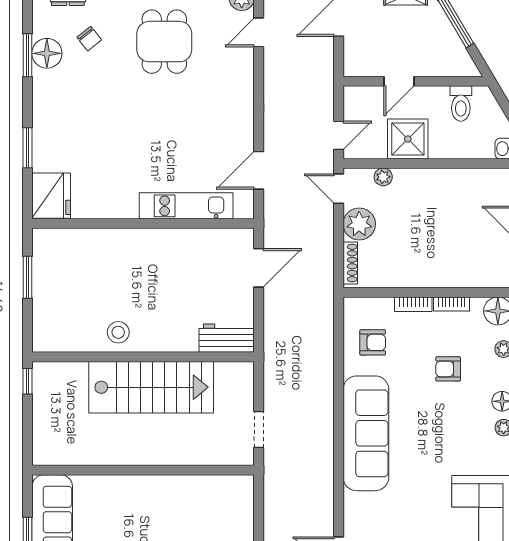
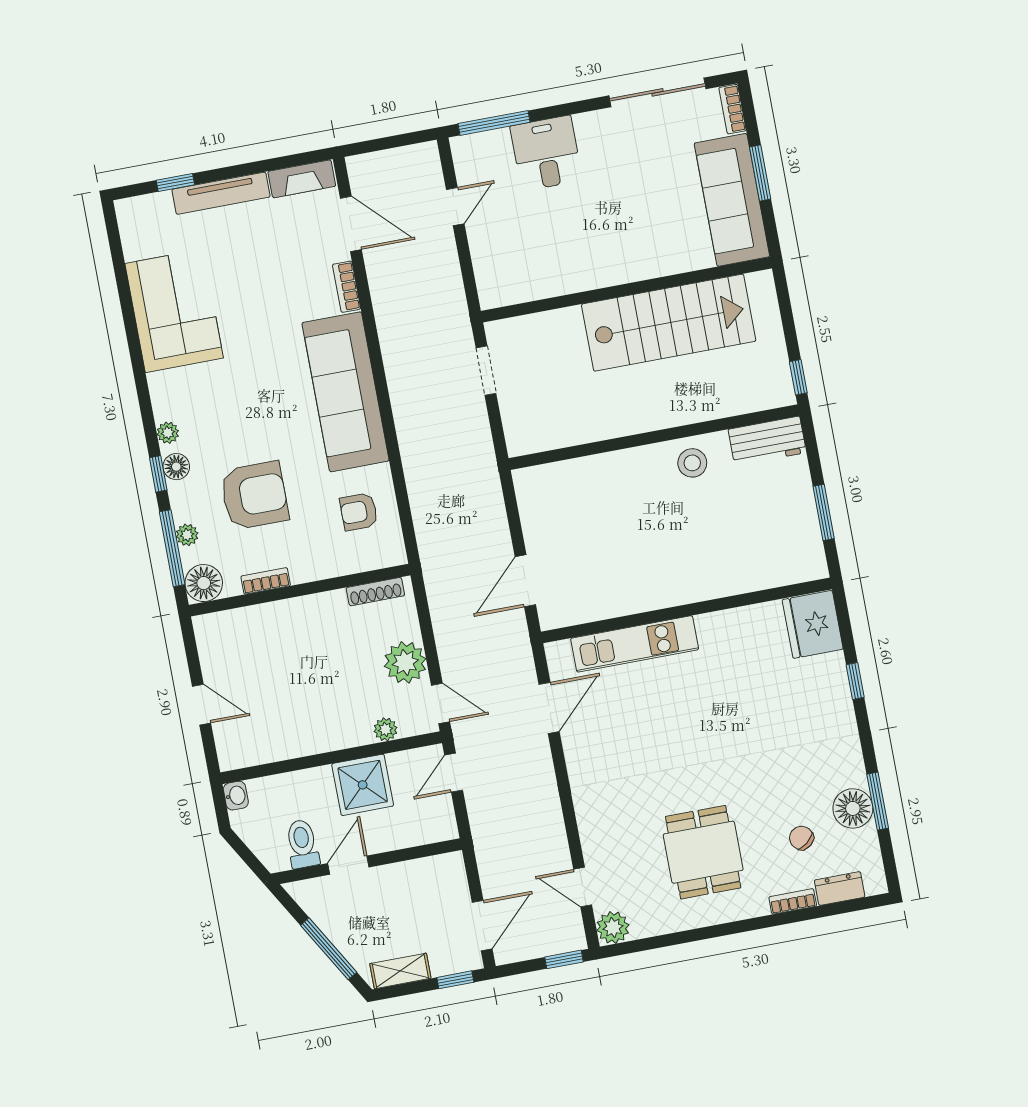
door: (259, 32) -> (583, 887), swing flipped
door: (399, 81) -> (348, 865), moved
window: (28, 148) -> (855, 681), width x0.67
shoe rack: (350, 263) -> (375, 592), moved, turned -90
bookcase: (413, 304) -> (347, 287), moved, turned -90
workbench: (227, 338) -> (767, 441), moved
armchair: (448, 369) -> (254, 495), width x1.88, depth x1.88
stairs: (151, 387) -> (669, 323), moved, turned 180

